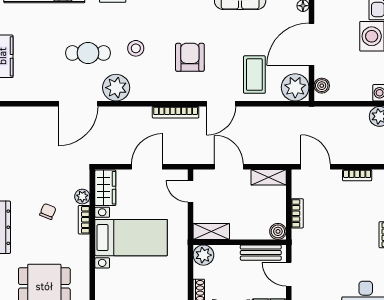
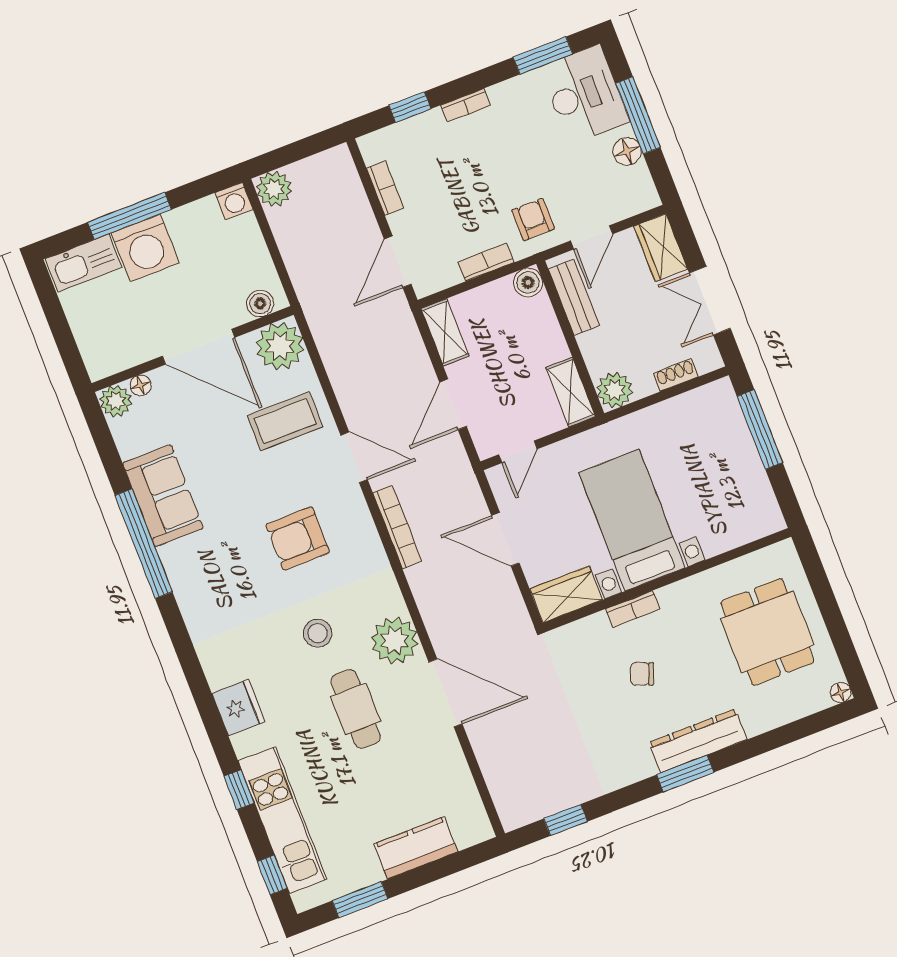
plant: (82, 197) -> (596, 627), removed
armchair: (310, 247) -> (533, 219), added

